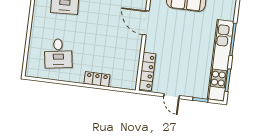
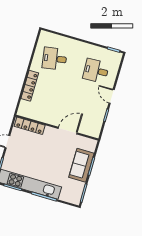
locker: (97, 79) -> (30, 86), width x1.53

